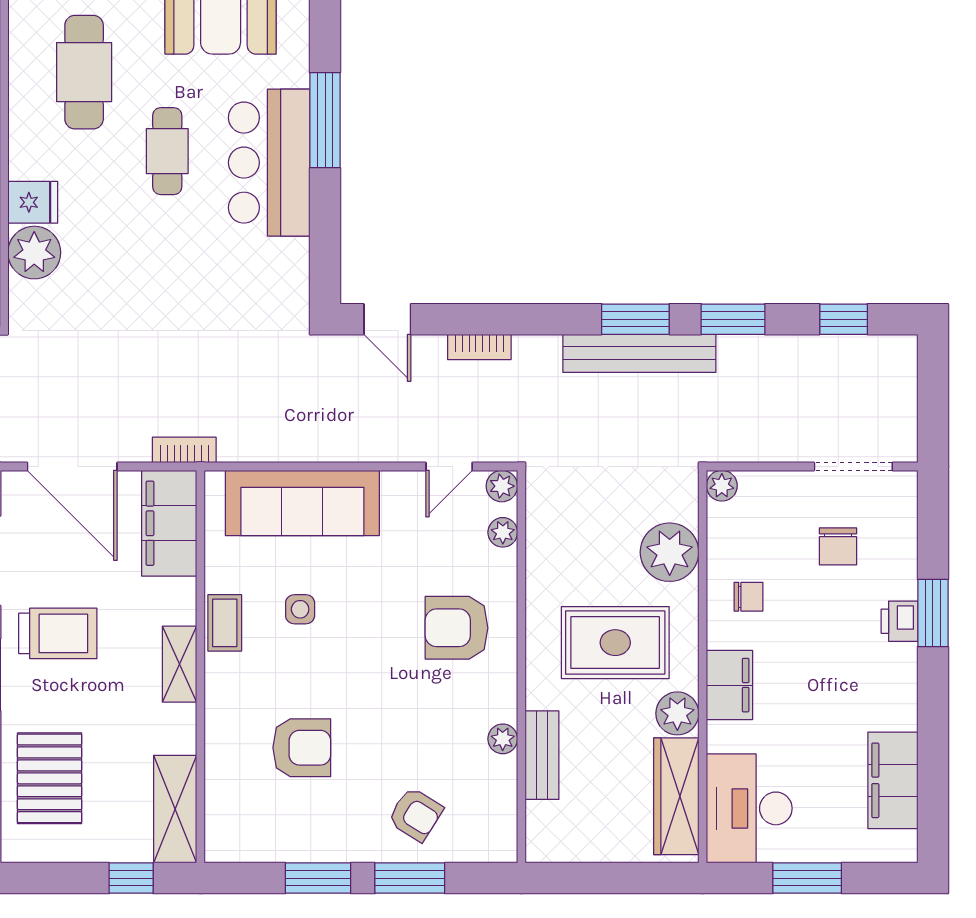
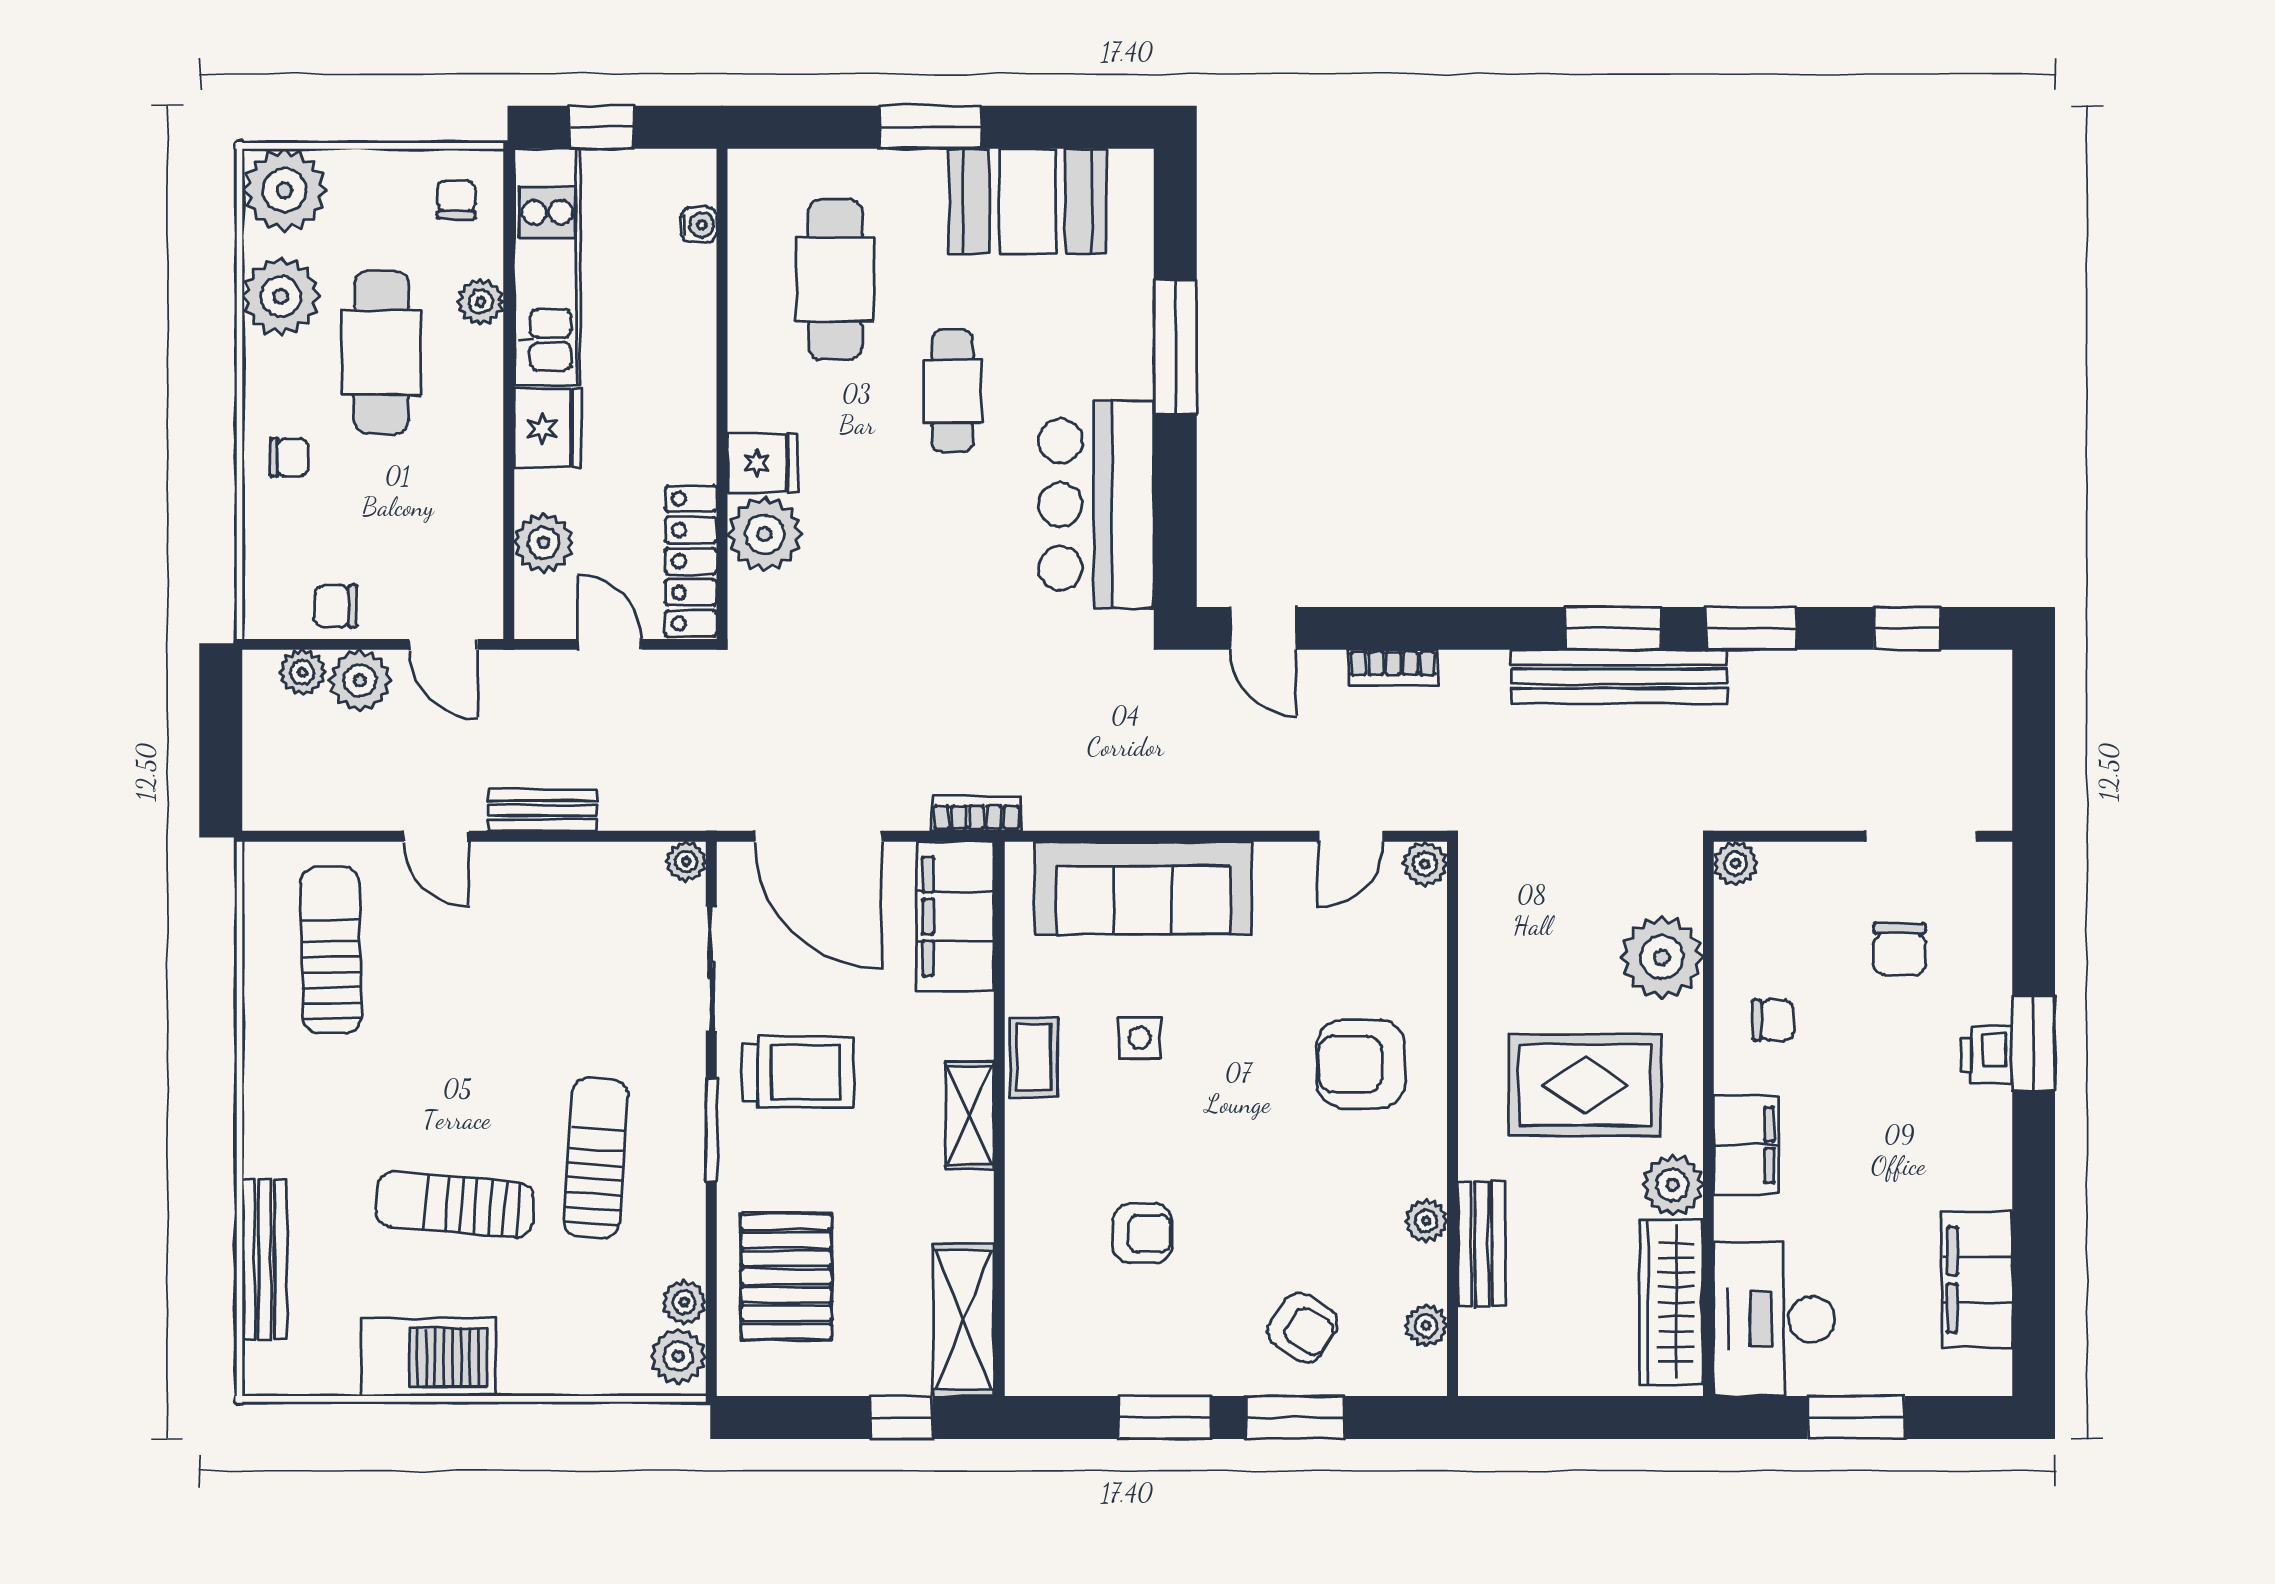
bar counter: (269, 163) -> (1096, 505), moved
plant: (503, 532) -> (1426, 1326), moved
armchair: (302, 748) -> (1142, 1233), width x0.72, depth x0.72

